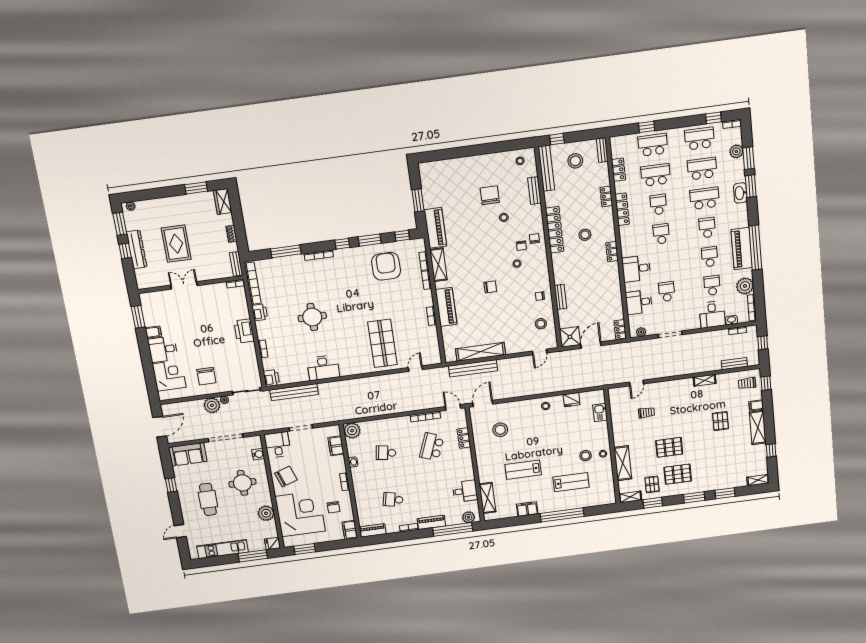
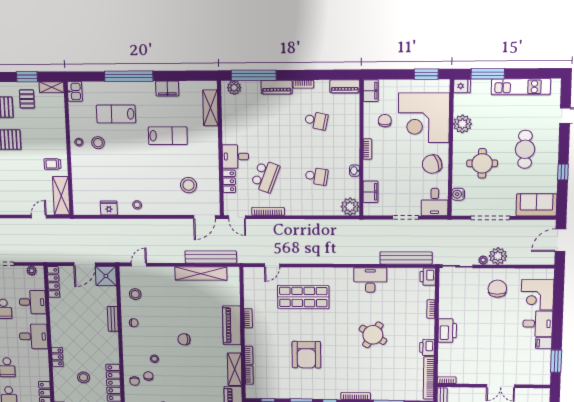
armchair: (386, 266) -> (306, 355), moved
round table: (312, 317) -> (373, 335), turned 32
locker: (620, 329) -> (53, 282), width x1.53
shop shelf: (382, 343) -> (303, 297), turned 90
kitchen sink: (600, 412) -> (75, 91), moved
trolley: (646, 413) -> (52, 164), moved
shelving: (623, 463) -> (61, 196), moved
desk: (465, 491) -> (235, 156), moved

